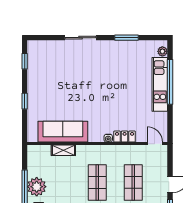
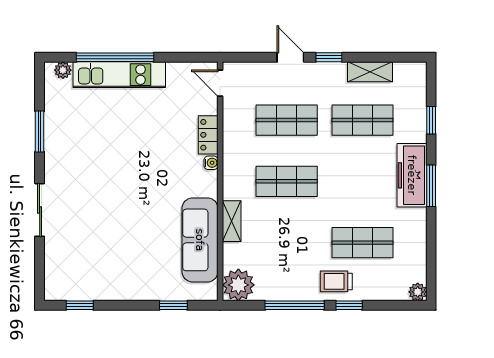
window: (25, 101) -> (173, 305), moved
door: (155, 144) -> (220, 83), hinge flipped
shelving: (63, 150) -> (232, 221), moved
plant: (37, 187) -> (238, 285), moved

